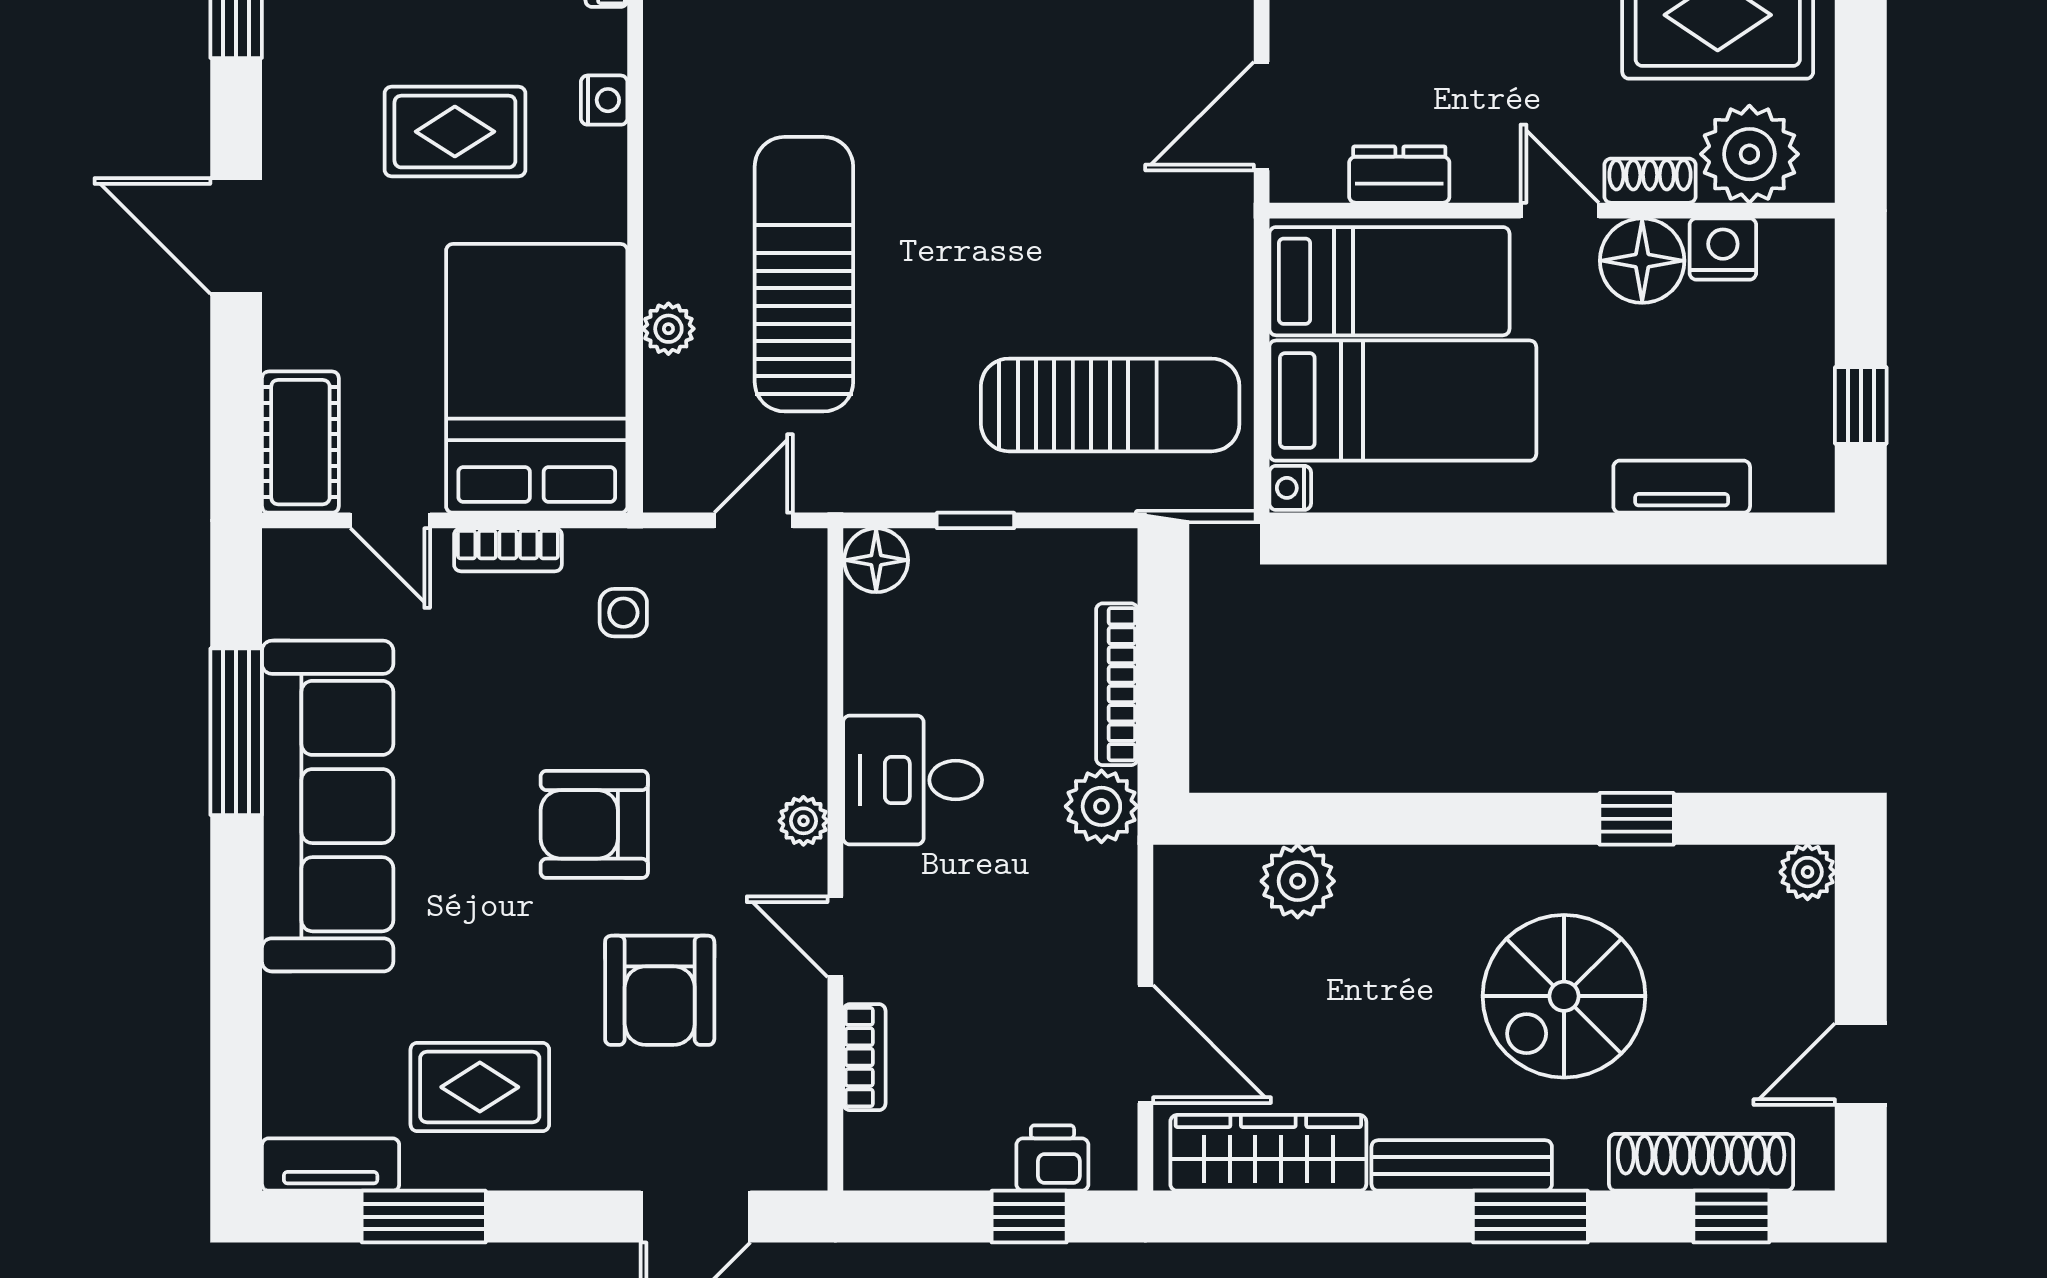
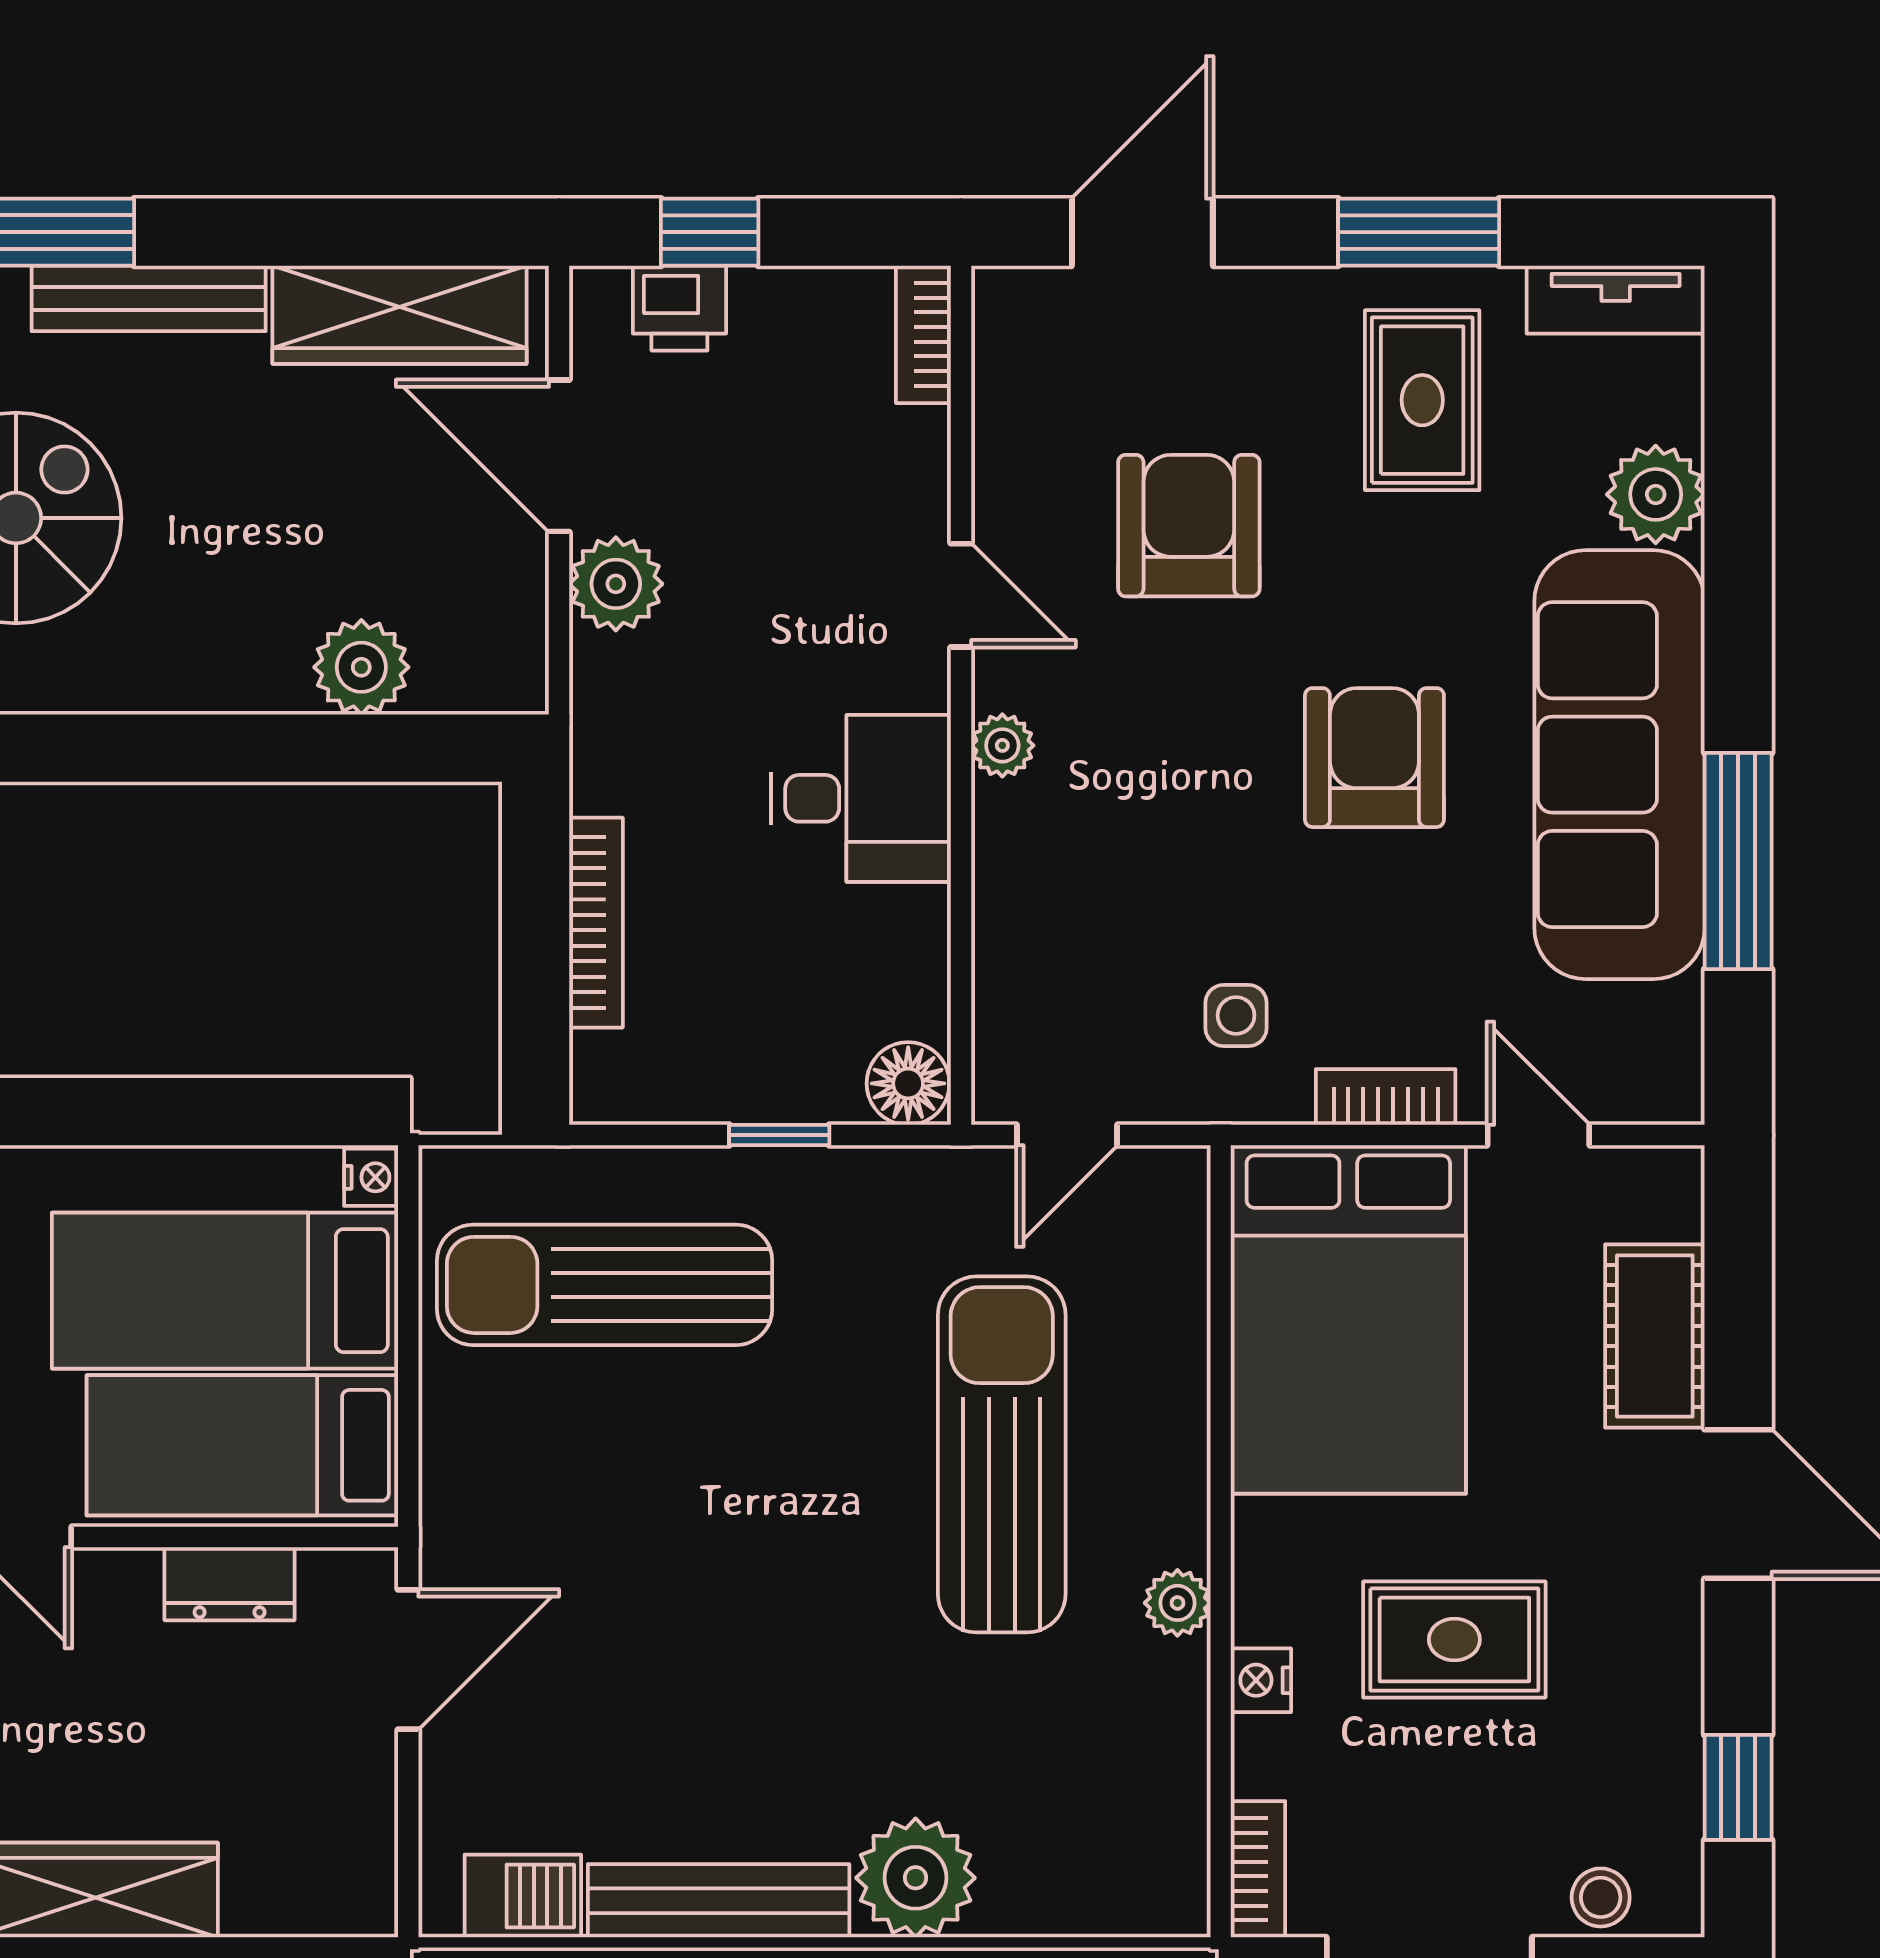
sun lounger: (804, 274) -> (1002, 1454), turned 180
plant: (668, 329) -> (1177, 1603), moved
cot: (300, 442) -> (1655, 1336), moved
plant: (1101, 806) -> (616, 584), moved
armchair: (594, 824) -> (1374, 758), moved, turned -90
plant: (300, 1014) -> (1656, 494), added
bookcase: (864, 1057) -> (923, 334), moved
rug: (480, 1087) -> (1422, 400), turned 90
window: (424, 1217) -> (1419, 232), moved

